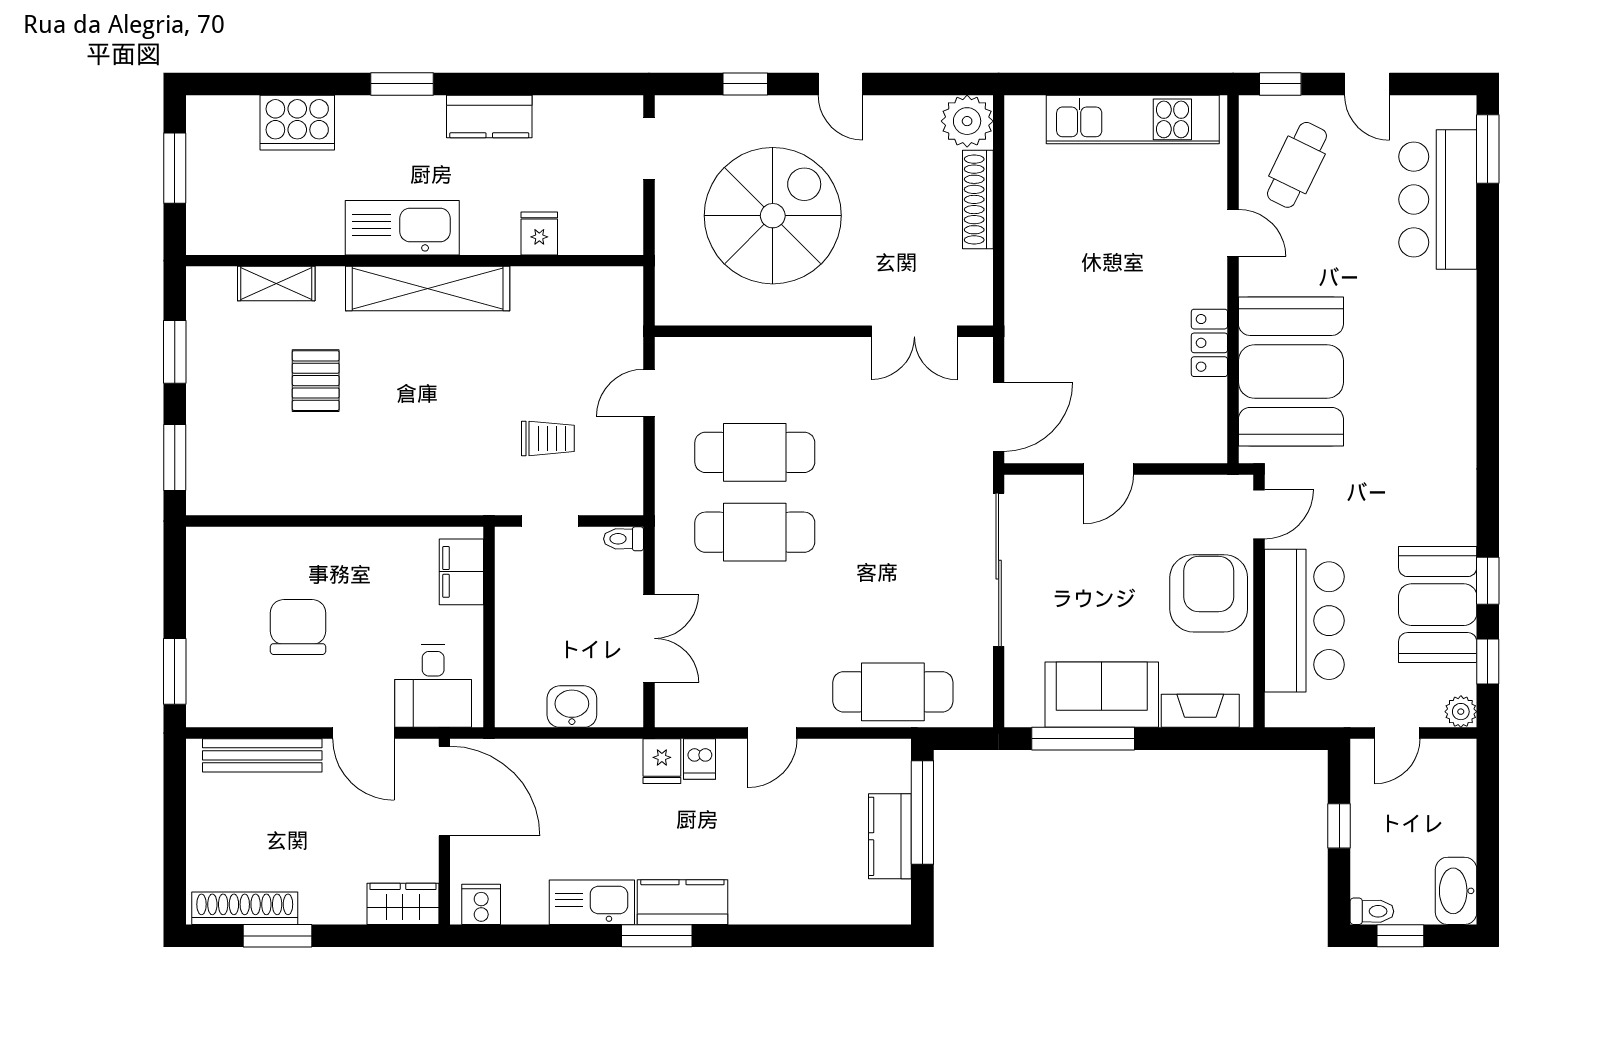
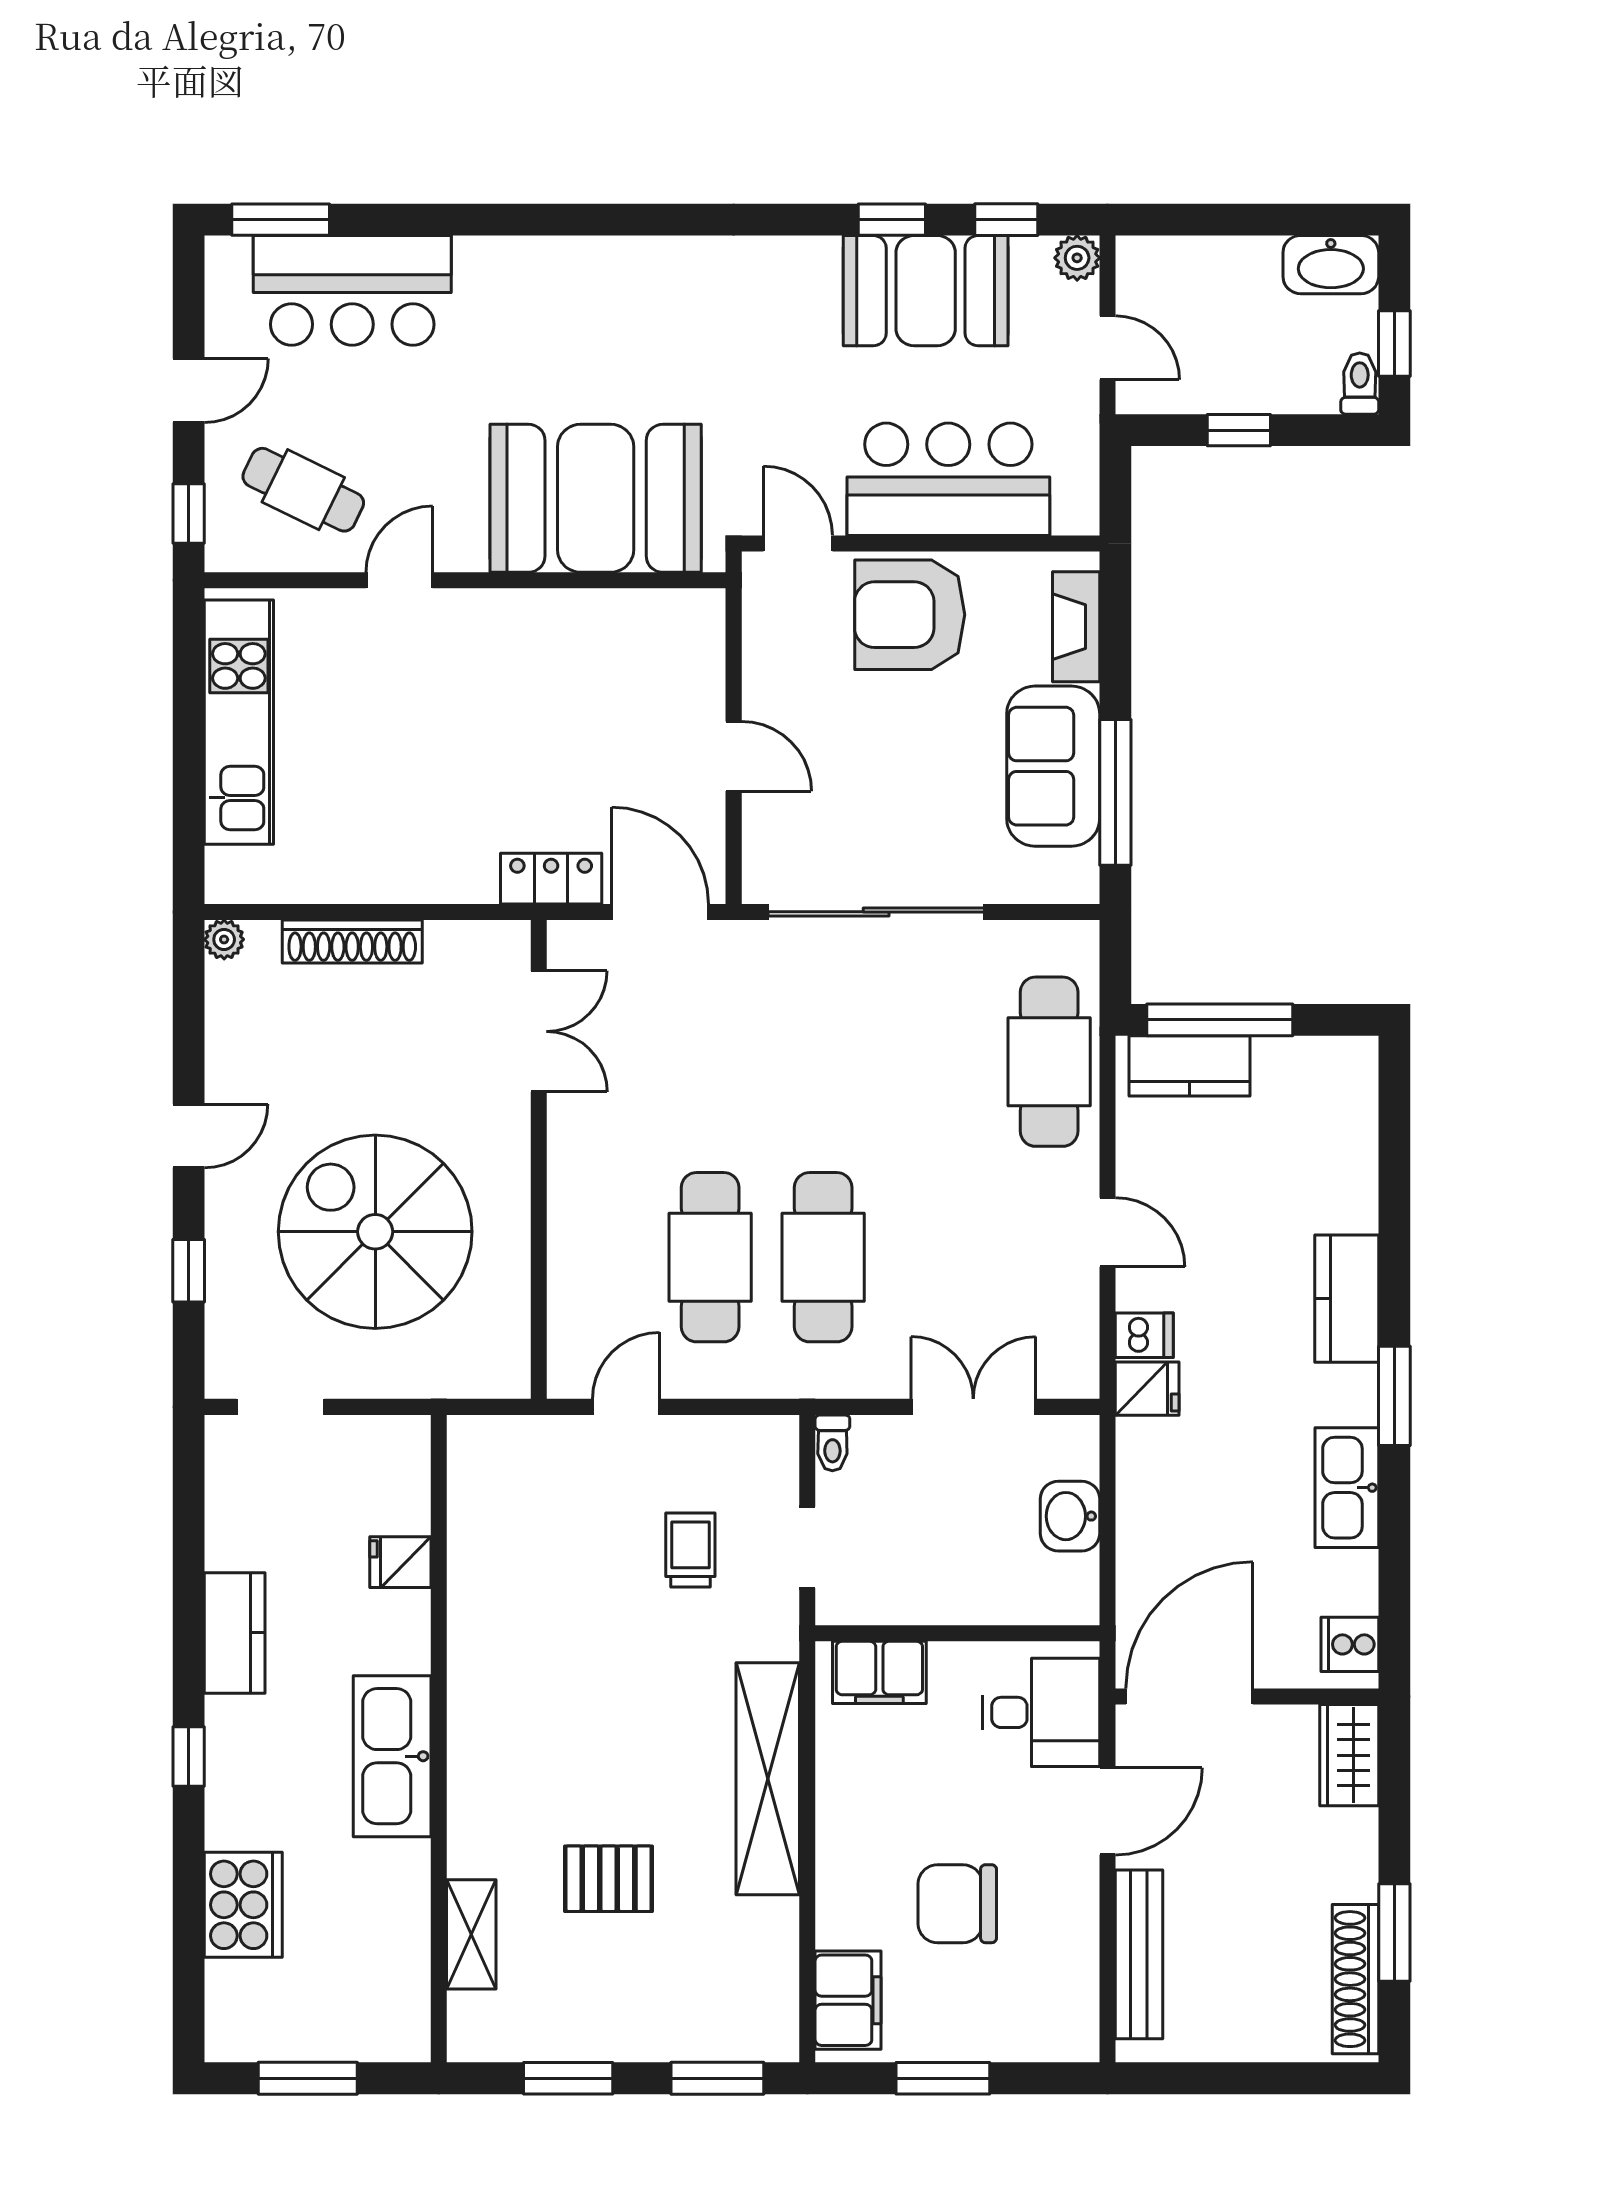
window: (402, 84) -> (189, 1757), width x0.67
plant: (967, 121) -> (224, 939), width x0.53, depth x0.53
shelving: (428, 289) -> (768, 1779), moved
locker: (1209, 343) -> (551, 879), moved, turned 180
door: (649, 393) -> (626, 1407), swing flipped
filing cabinet: (230, 550) -> (848, 2000), added
window: (175, 671) -> (943, 2078), moved
kitchen counter: (890, 836) -> (1189, 1066), moved
kitchen counter: (682, 902) -> (1347, 1299), moved

